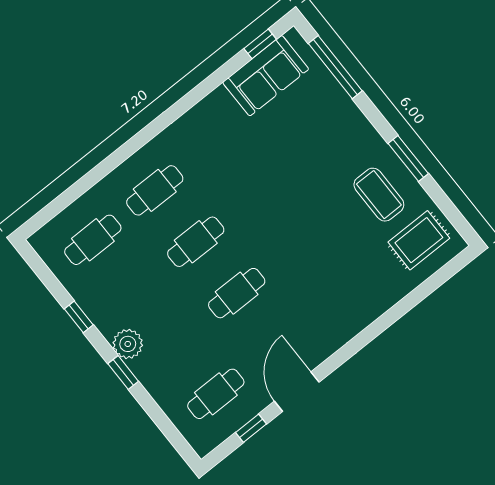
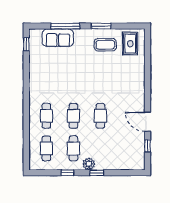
window: (335, 67) -> (65, 26), moved
sofa: (266, 76) -> (58, 38), moved, turned 90
cafe table: (216, 394) -> (73, 148), moved

